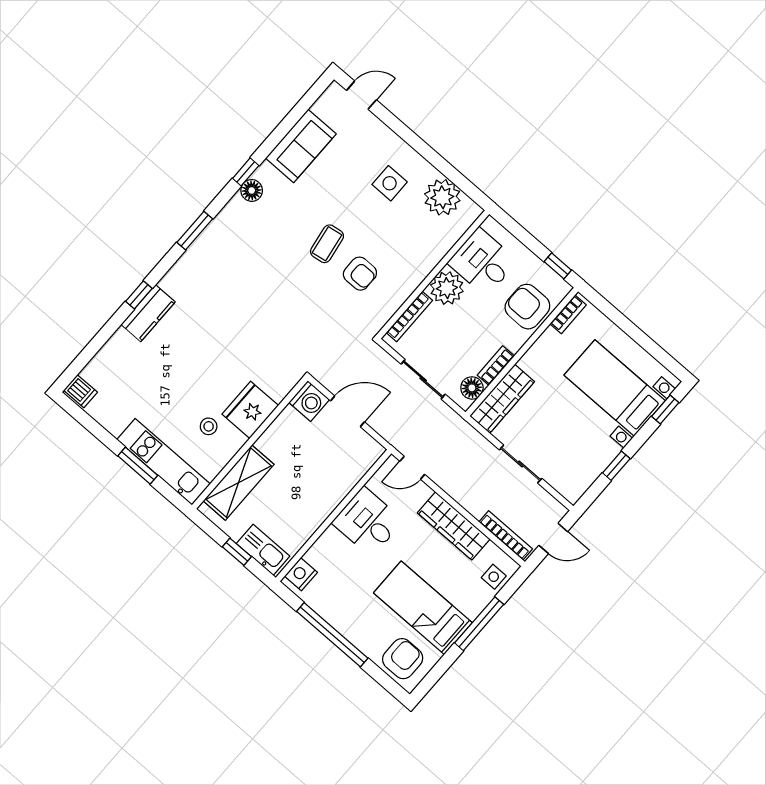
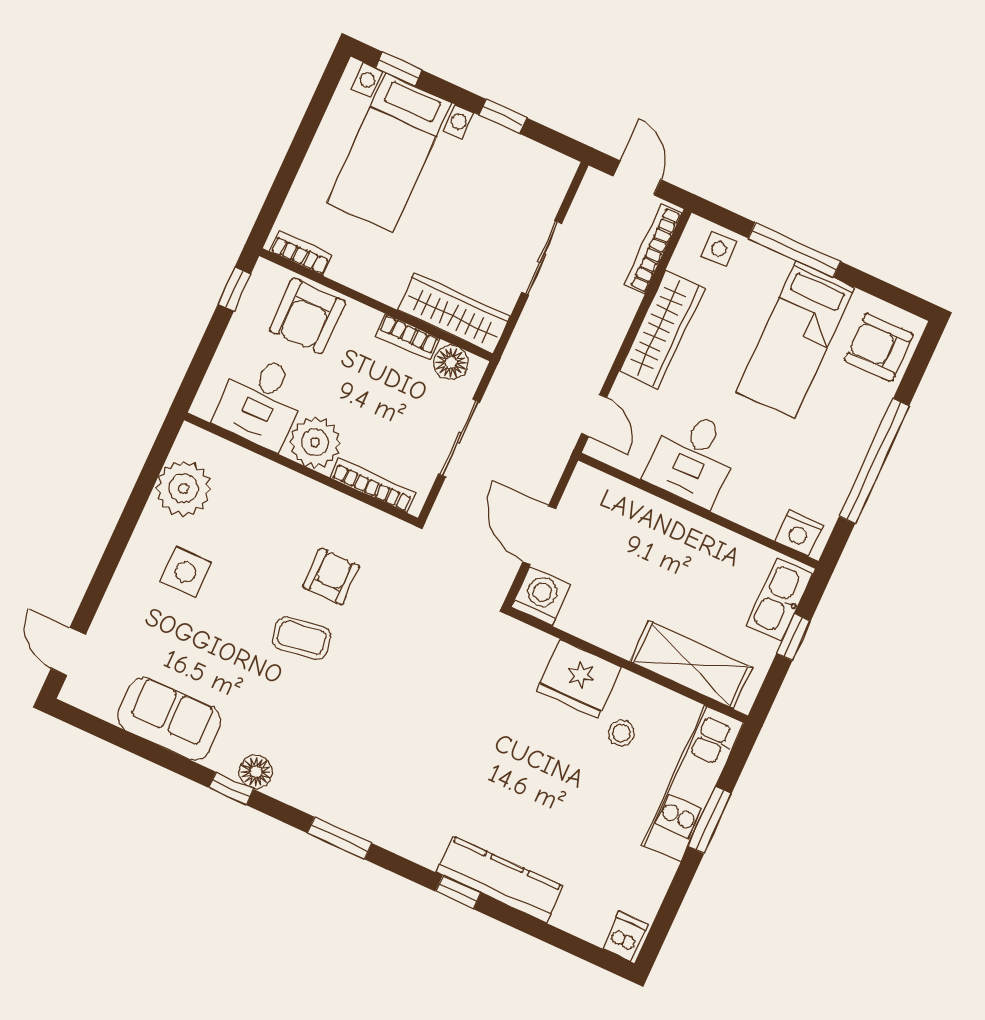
kitchen counter: (148, 313) -> (500, 879), width x1.50

